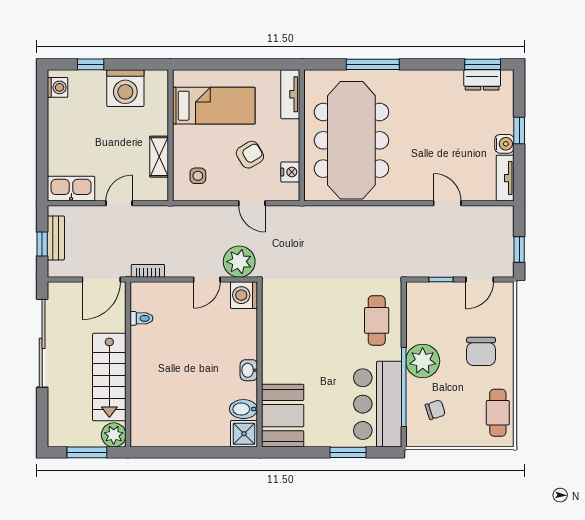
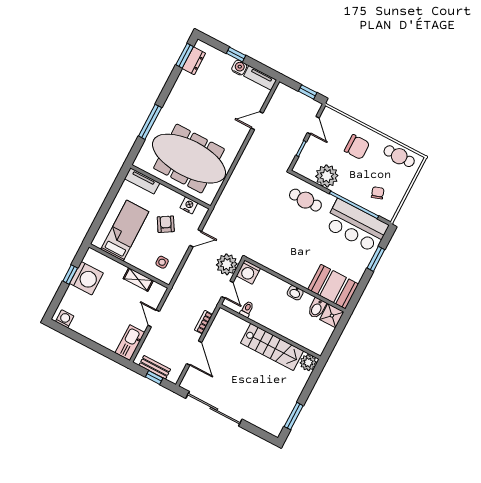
window: (91, 64) -> (70, 274), moved
toilet: (141, 318) -> (247, 309), moved
plant: (423, 361) -> (327, 176), moved
wall: (128, 364) -> (270, 332), moved
stairs: (109, 377) -> (272, 347), moved
plant: (114, 435) -> (308, 363), moved

